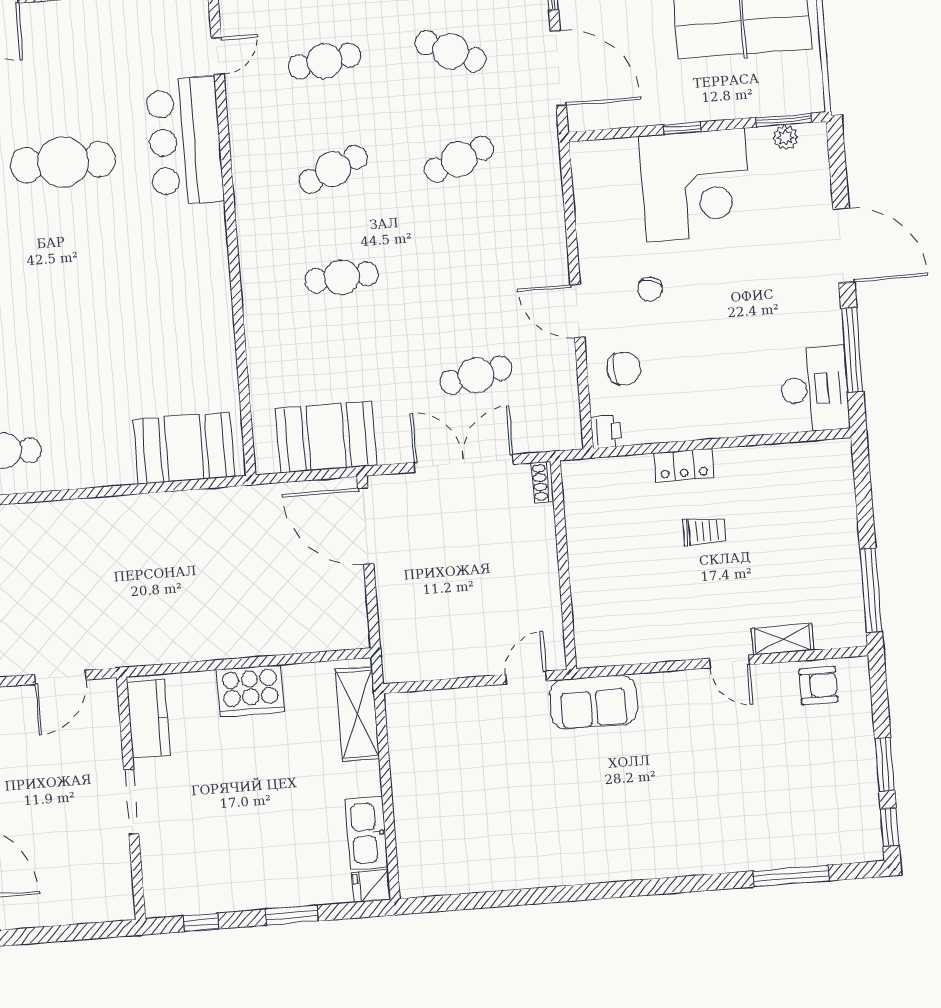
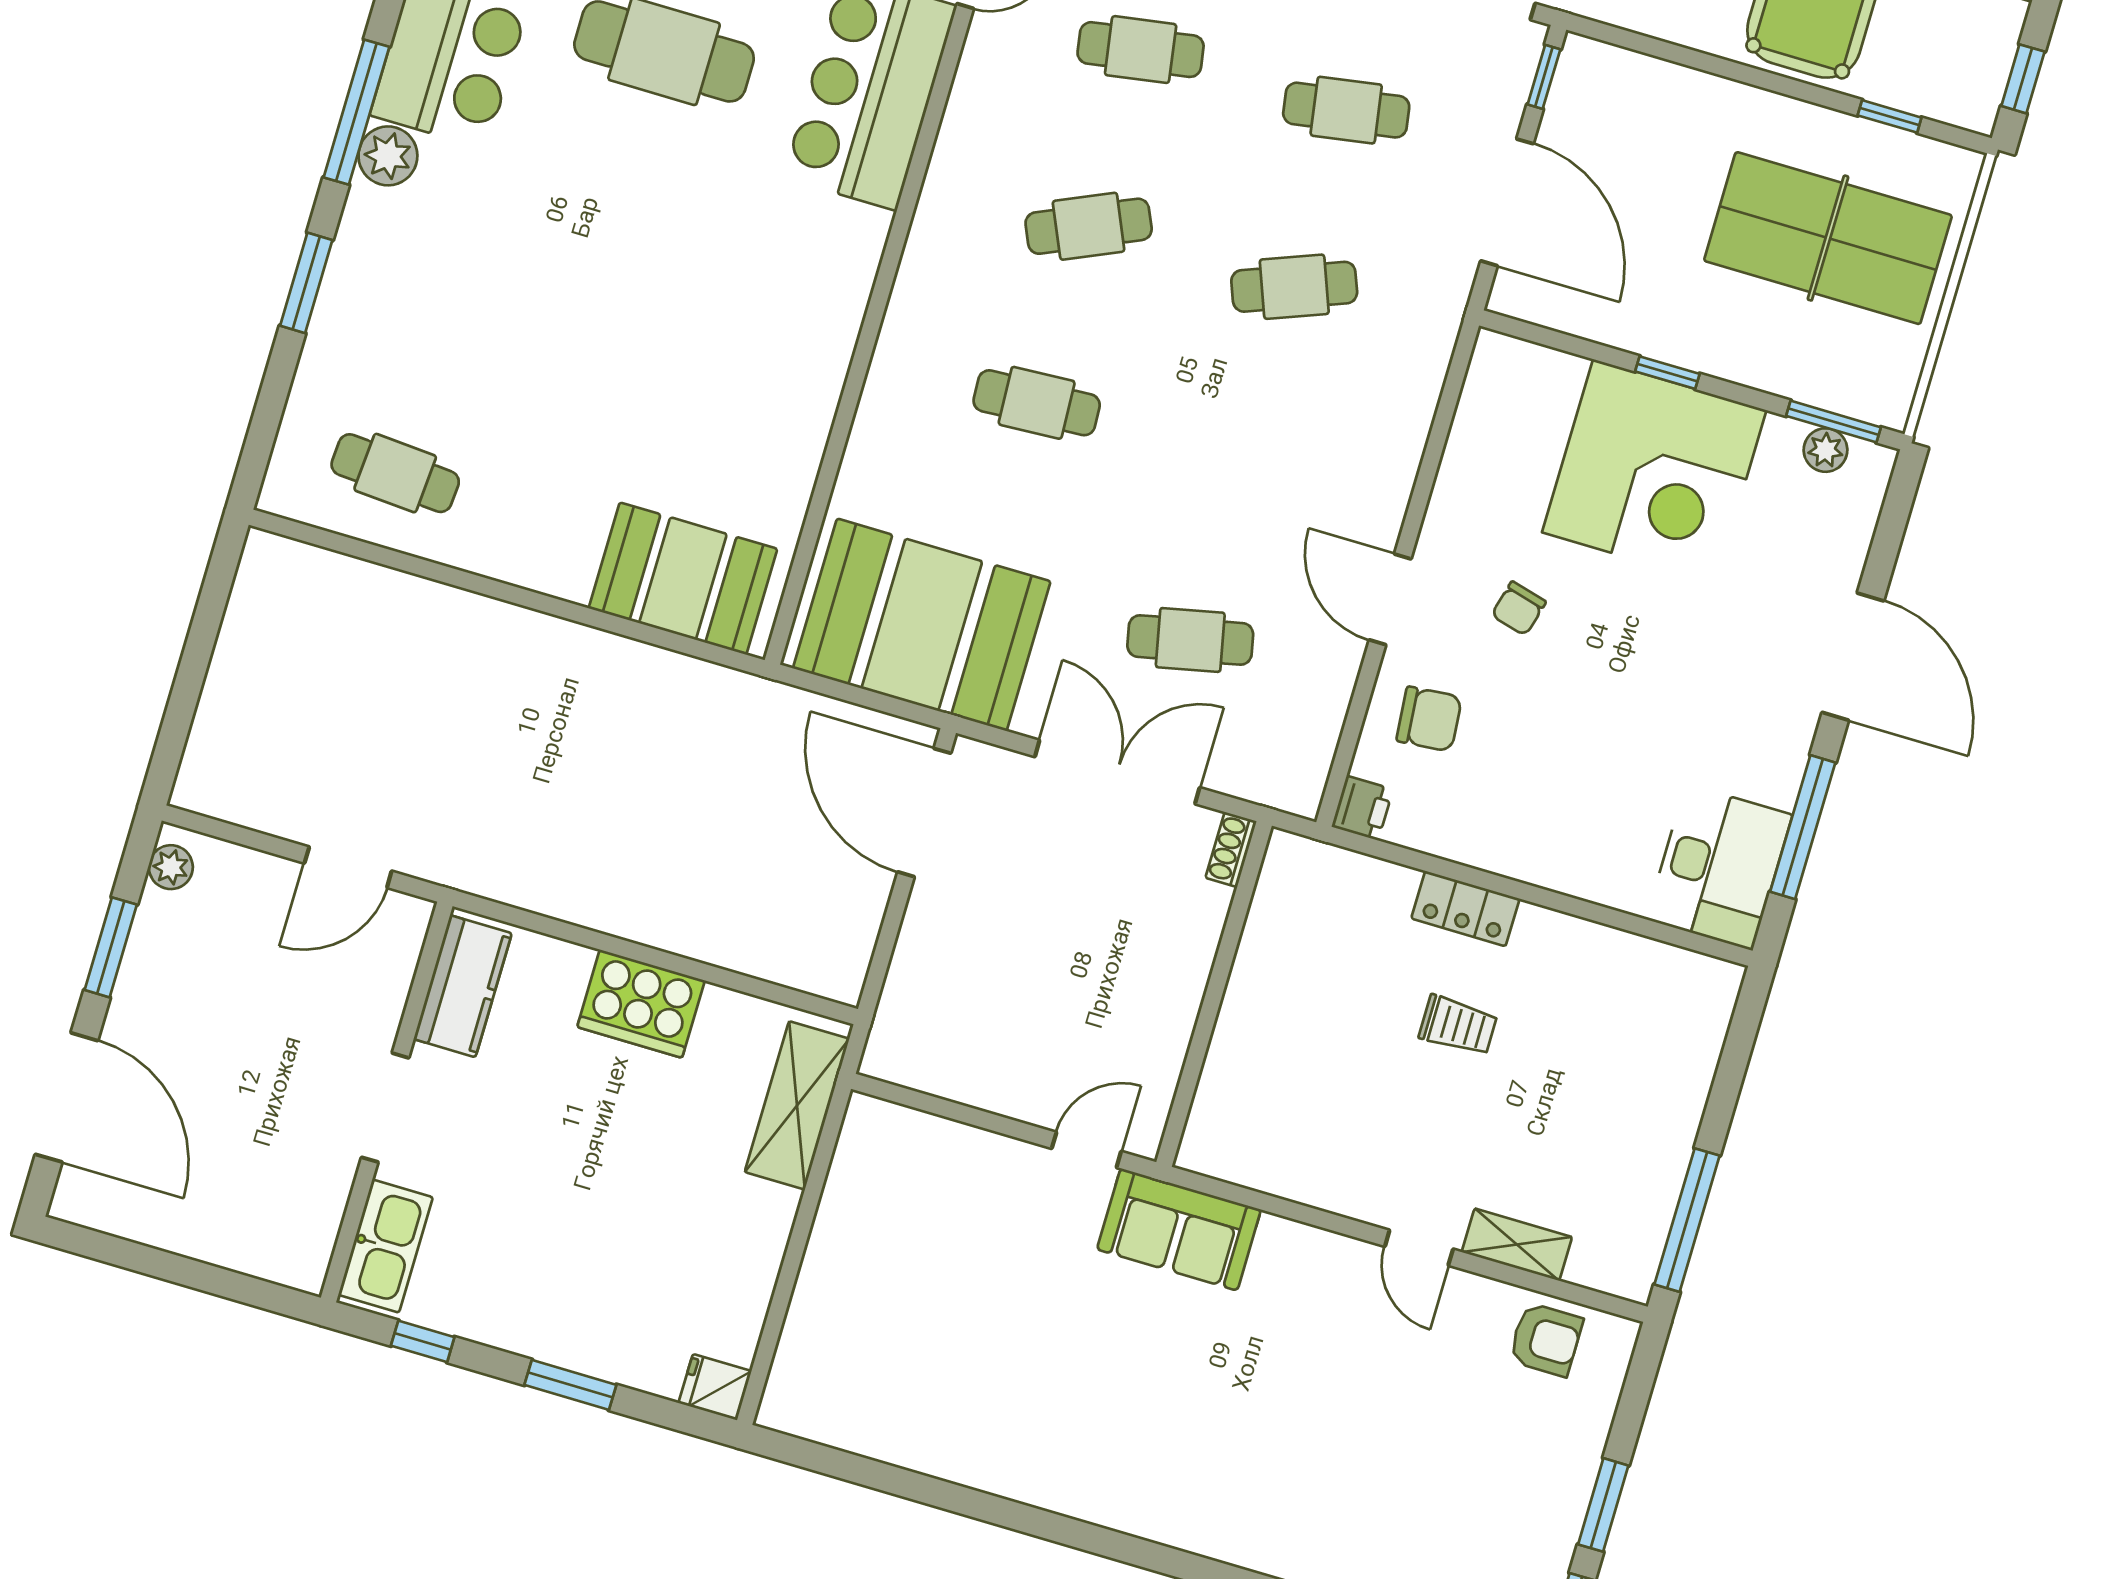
cafe table: (450, 51) -> (1346, 110), turned -33
booth: (326, 437) -> (922, 625), width x1.36, depth x1.42
kitchen sink: (367, 833) -> (386, 1246), moved, turned 180

